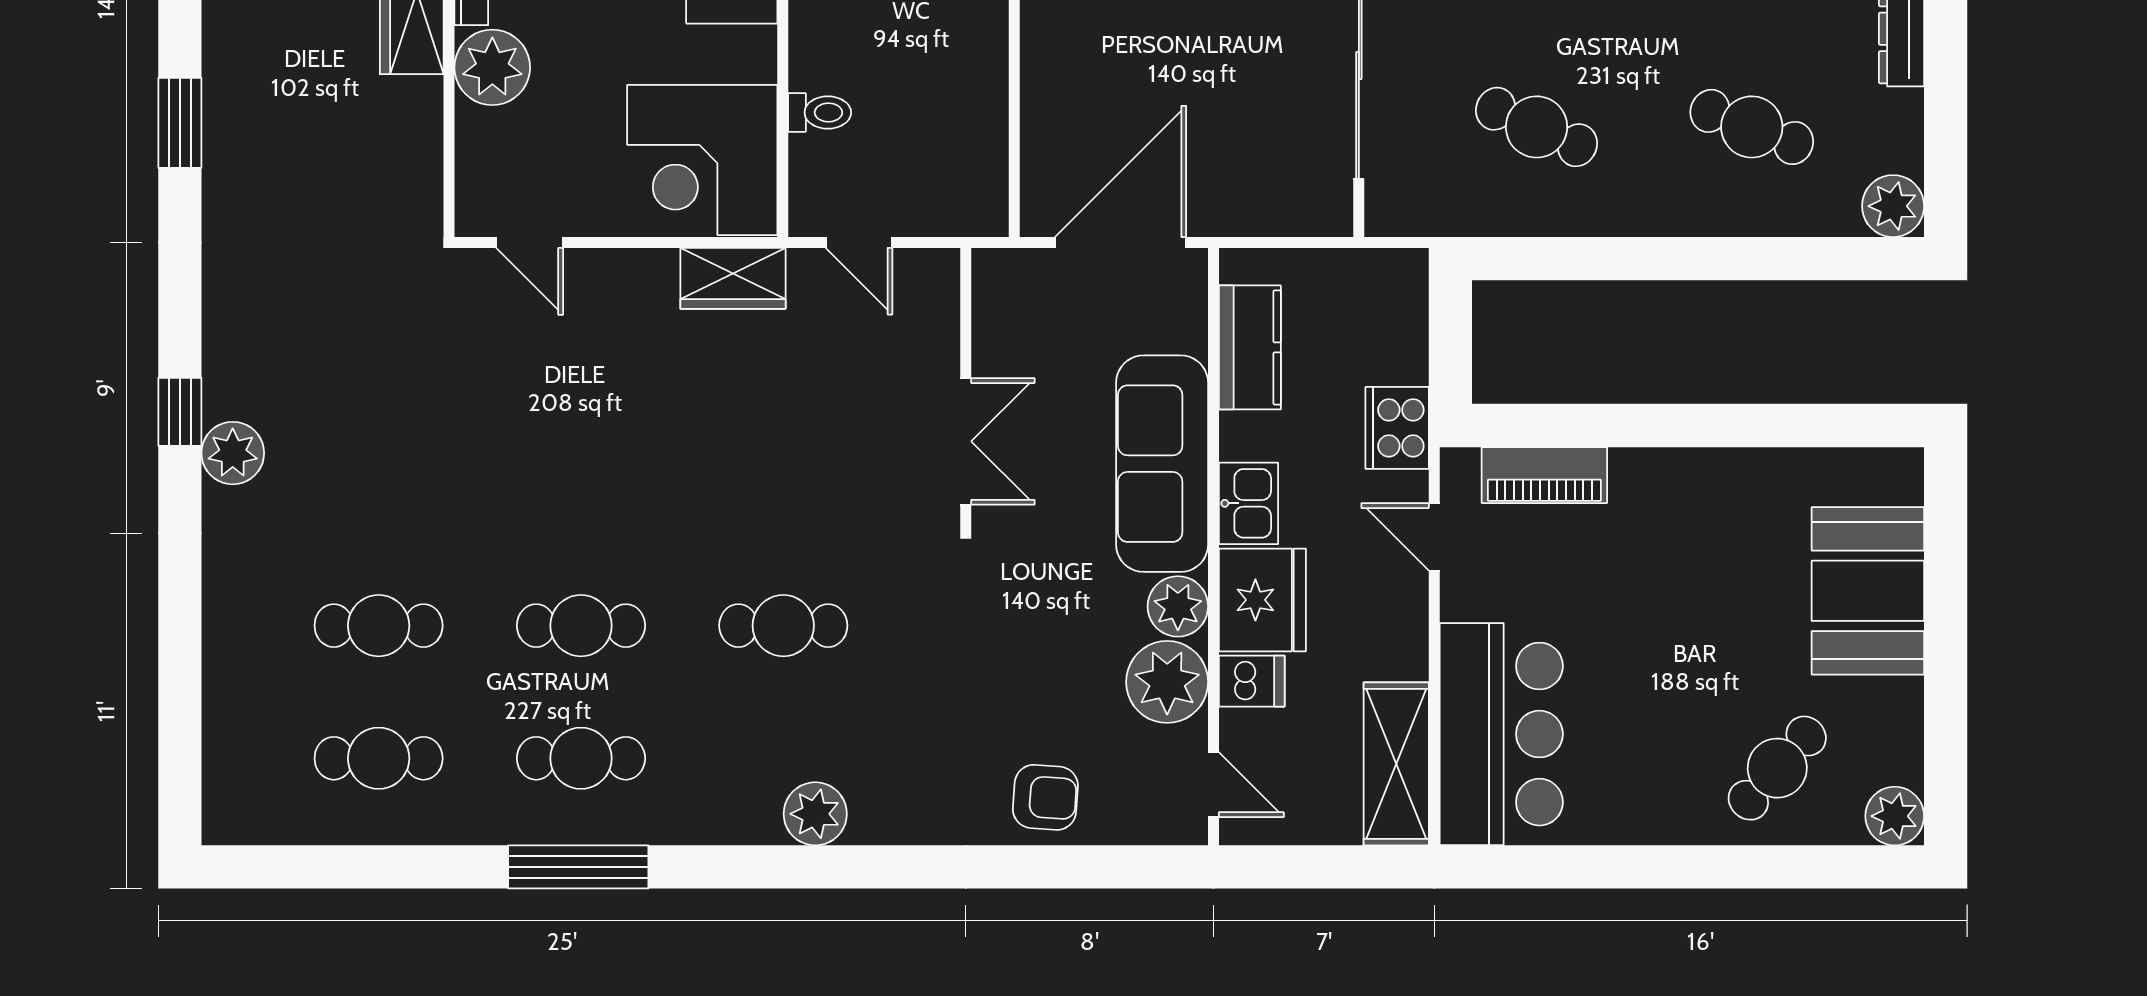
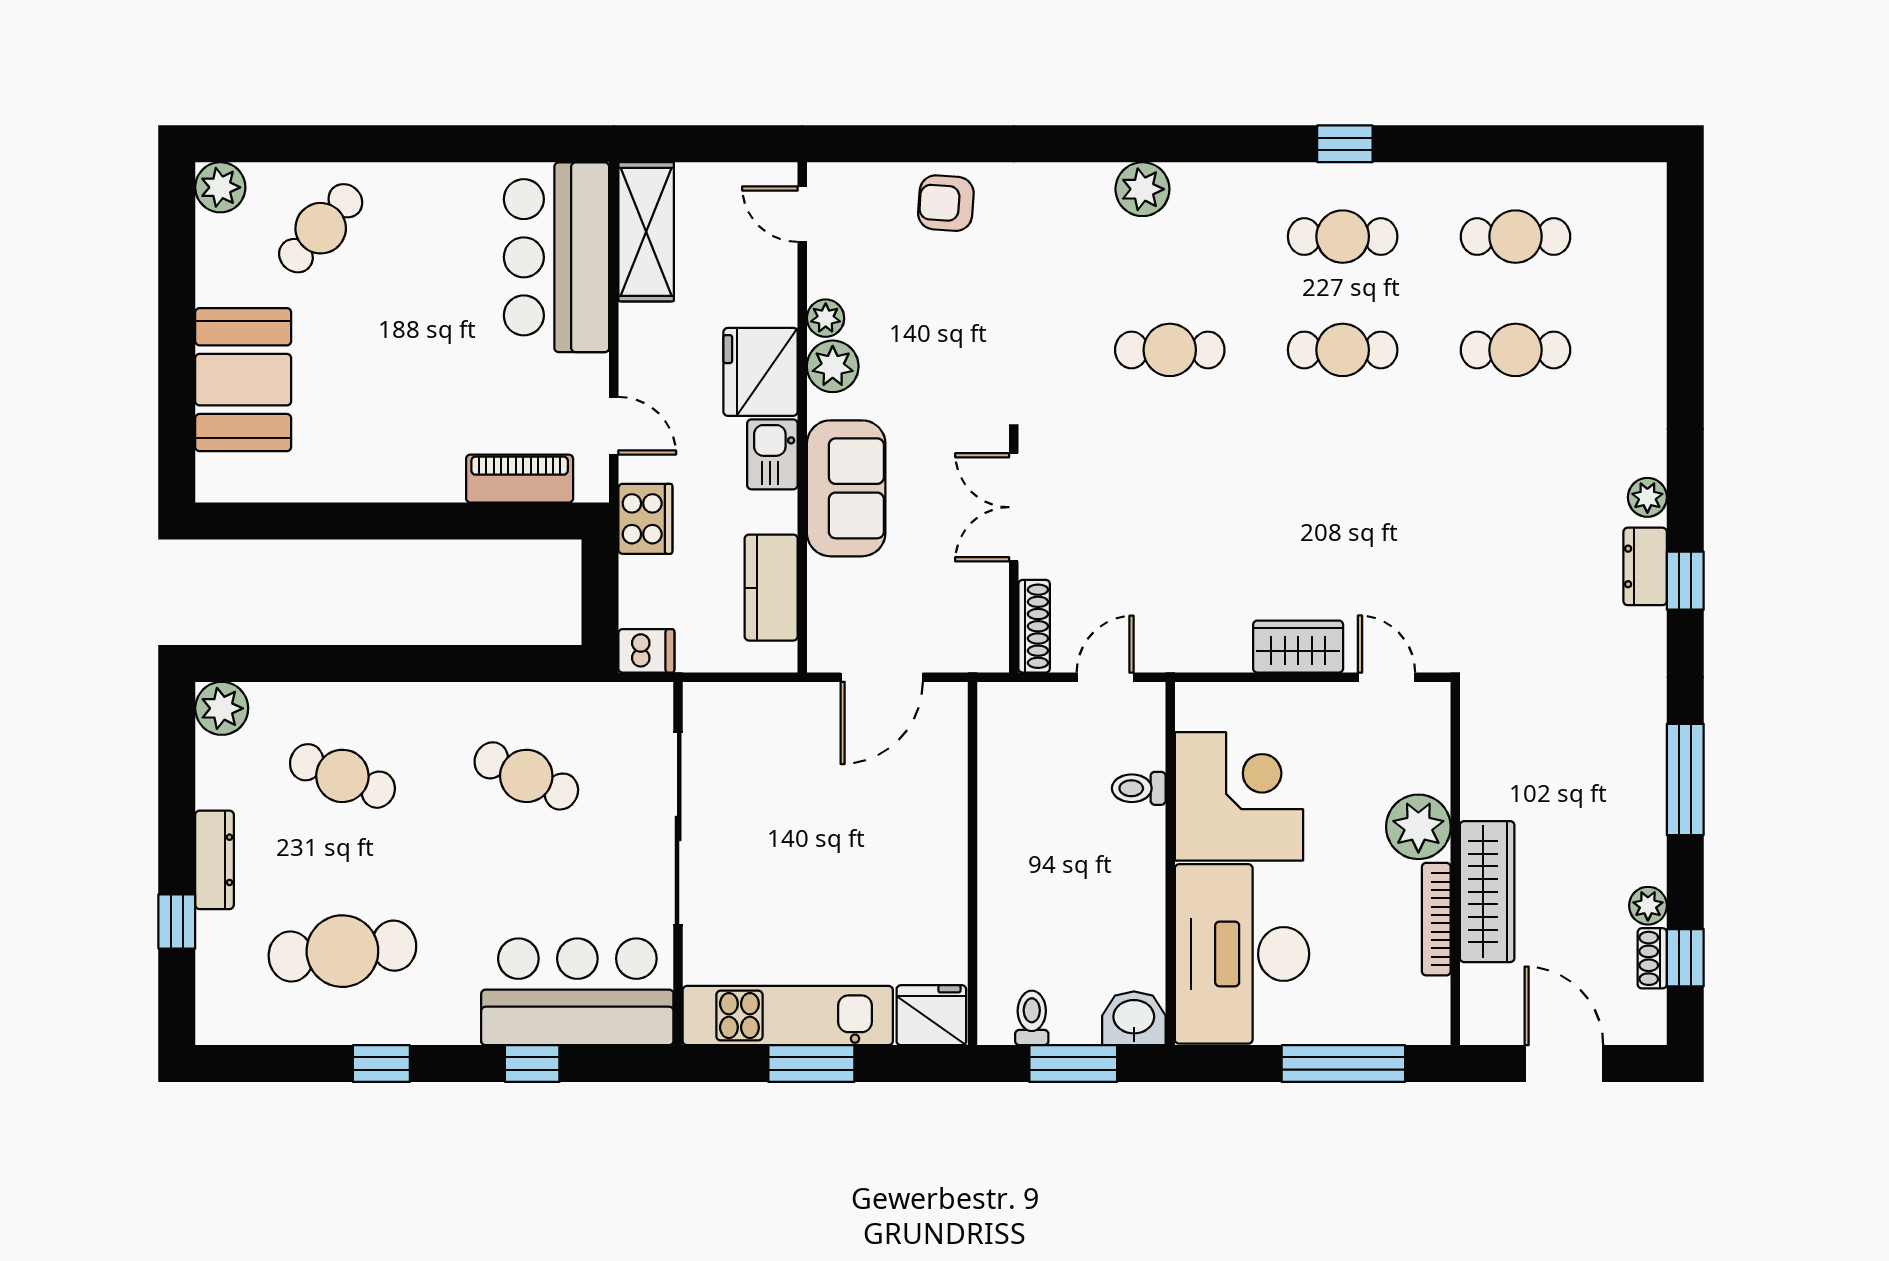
window: (180, 123) -> (1685, 779), width x1.44
corner desk: (702, 160) -> (1239, 796), moved
door: (859, 242) -> (1105, 677), hinge flipped
door: (1121, 242) -> (882, 677), width x0.73
wardrobe: (733, 278) -> (1298, 647), moved
shoe rack: (942, 302) -> (1034, 626), added
dresser: (227, 372) -> (1645, 566), added
window: (180, 412) -> (1685, 581), moved
plant: (233, 453) -> (1647, 497), width x0.73, depth x0.73
sofa: (1162, 464) -> (846, 488), width x0.73
dishwasher: (1252, 681) -> (646, 651), moved, turned 180
plant: (1167, 682) -> (826, 318), width x0.53, depth x0.53
window: (578, 867) -> (1345, 144), width x0.46

